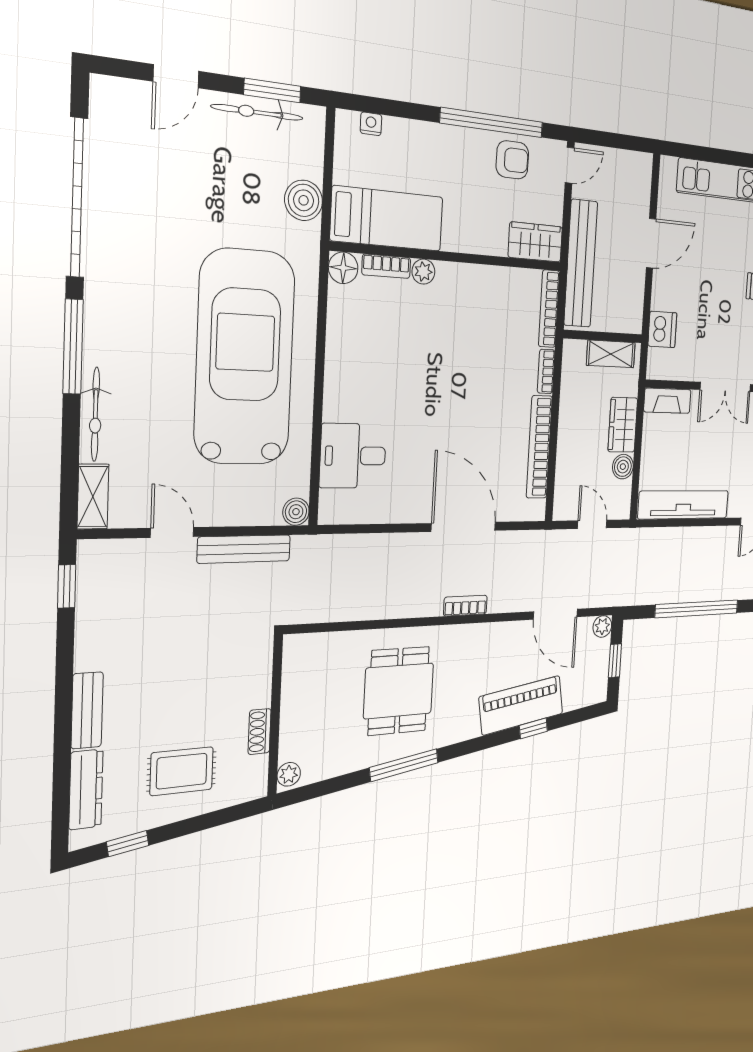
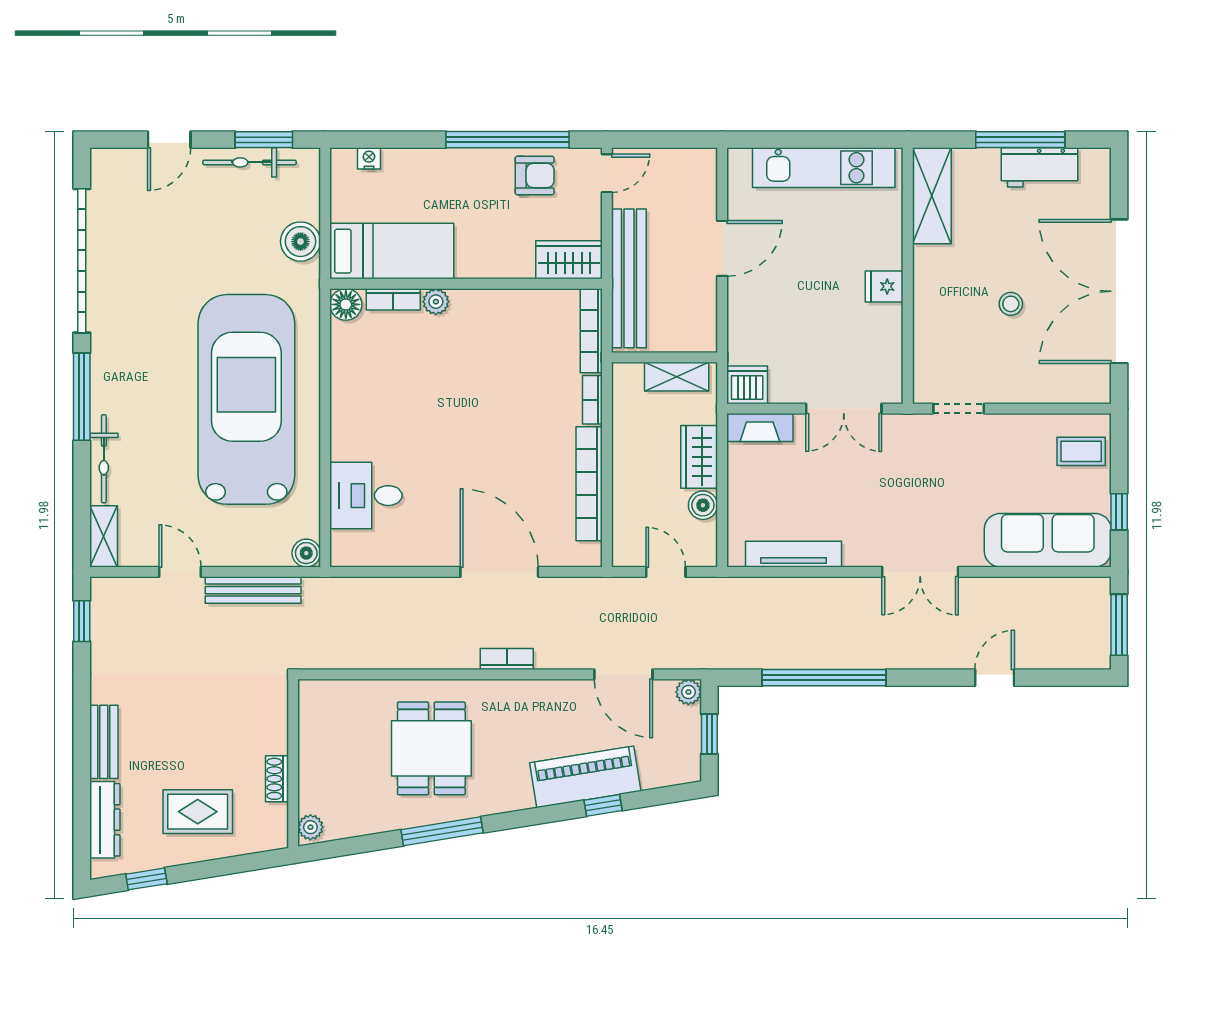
dishwasher: (662, 329) -> (747, 385), moved, turned -90
tv unit: (684, 505) -> (794, 554), width x0.73, depth x0.78

